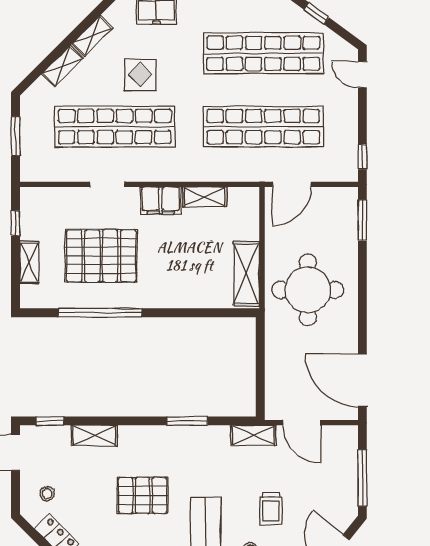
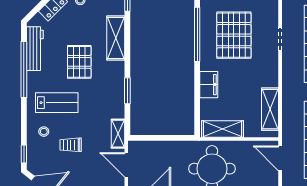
shelving: (205, 197) -> (270, 109), width x1.50, depth x1.33
filing cabinet: (161, 201) -> (209, 85), moved, turned 180
door: (302, 423) -> (126, 165), hinge flipped
shelving: (94, 435) -> (116, 38), width x1.50, depth x1.33

